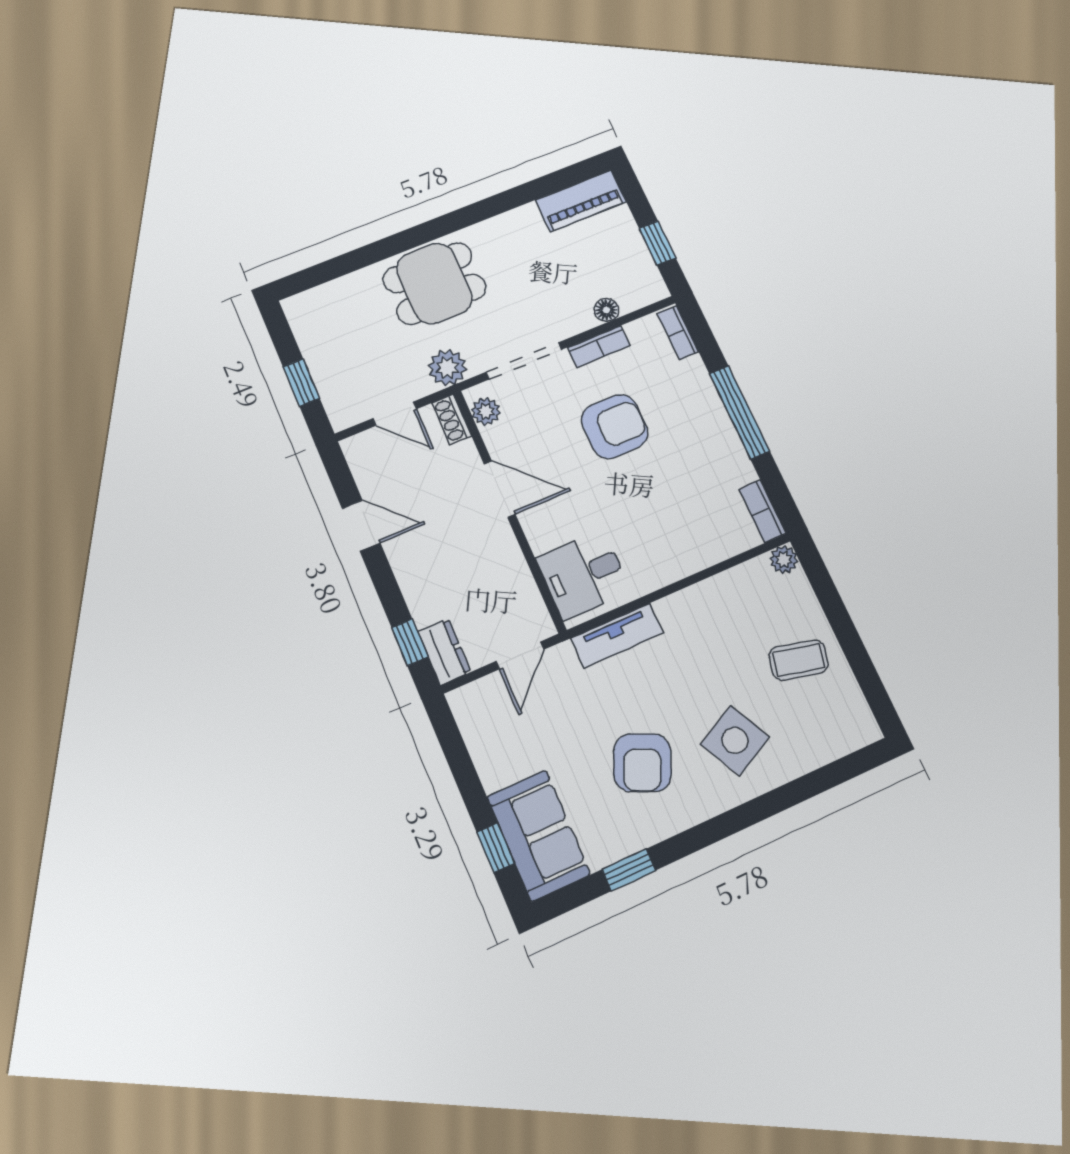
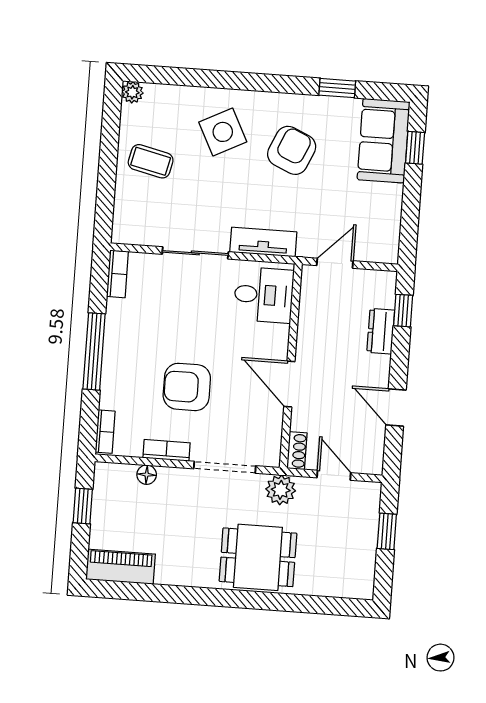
plant: (486, 411) -> (270, 444), removed
plant: (784, 560) -> (132, 92), moved
sliding door: (688, 581) -> (195, 253), added
dresser: (444, 652) -> (381, 331), moved

